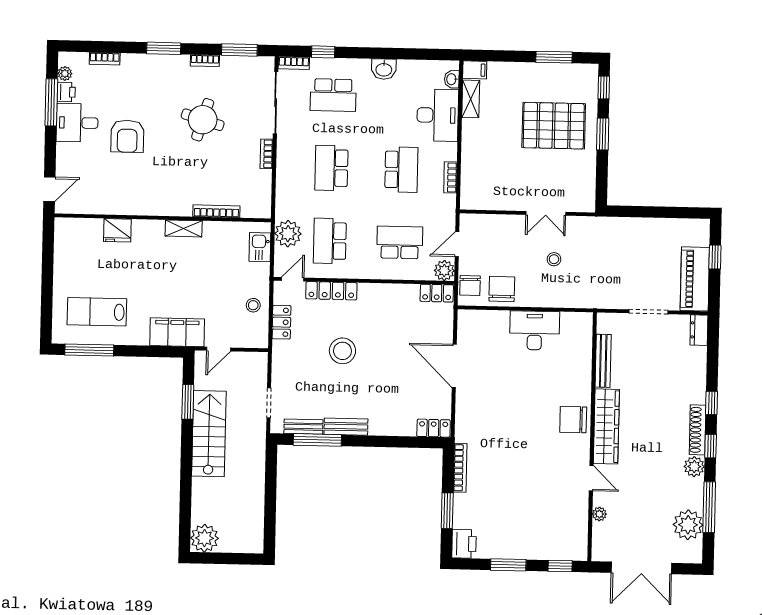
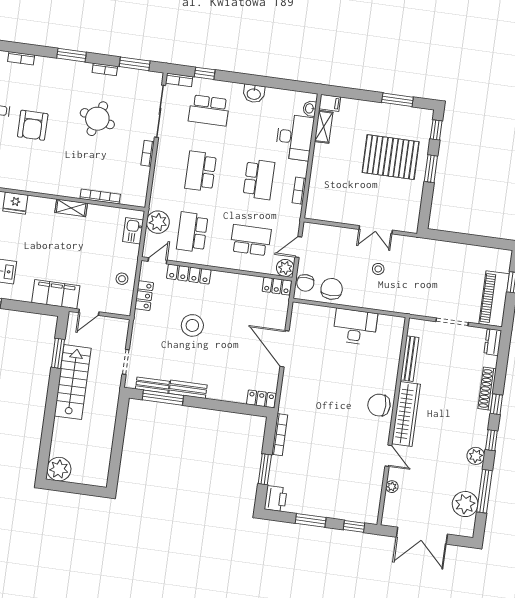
shoe rack: (698, 430) -> (487, 389), moved

